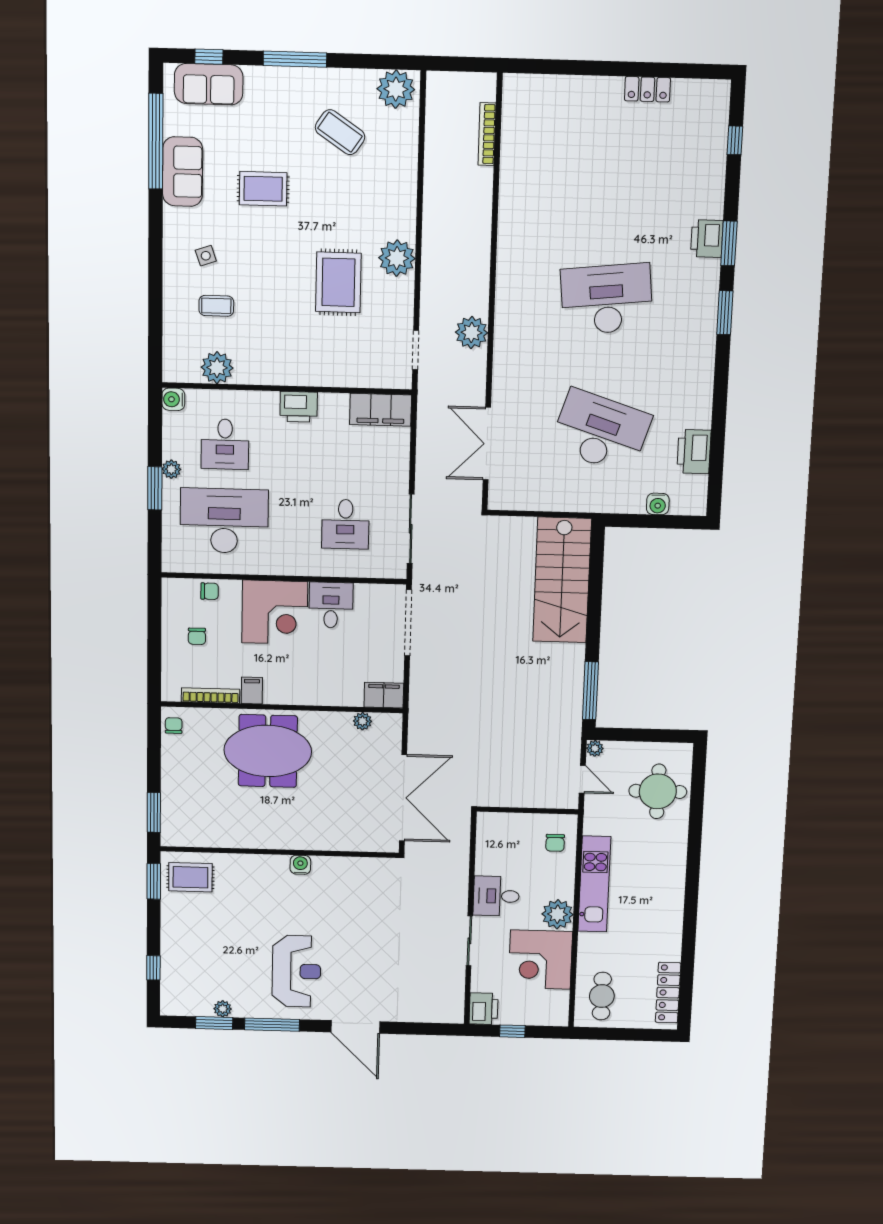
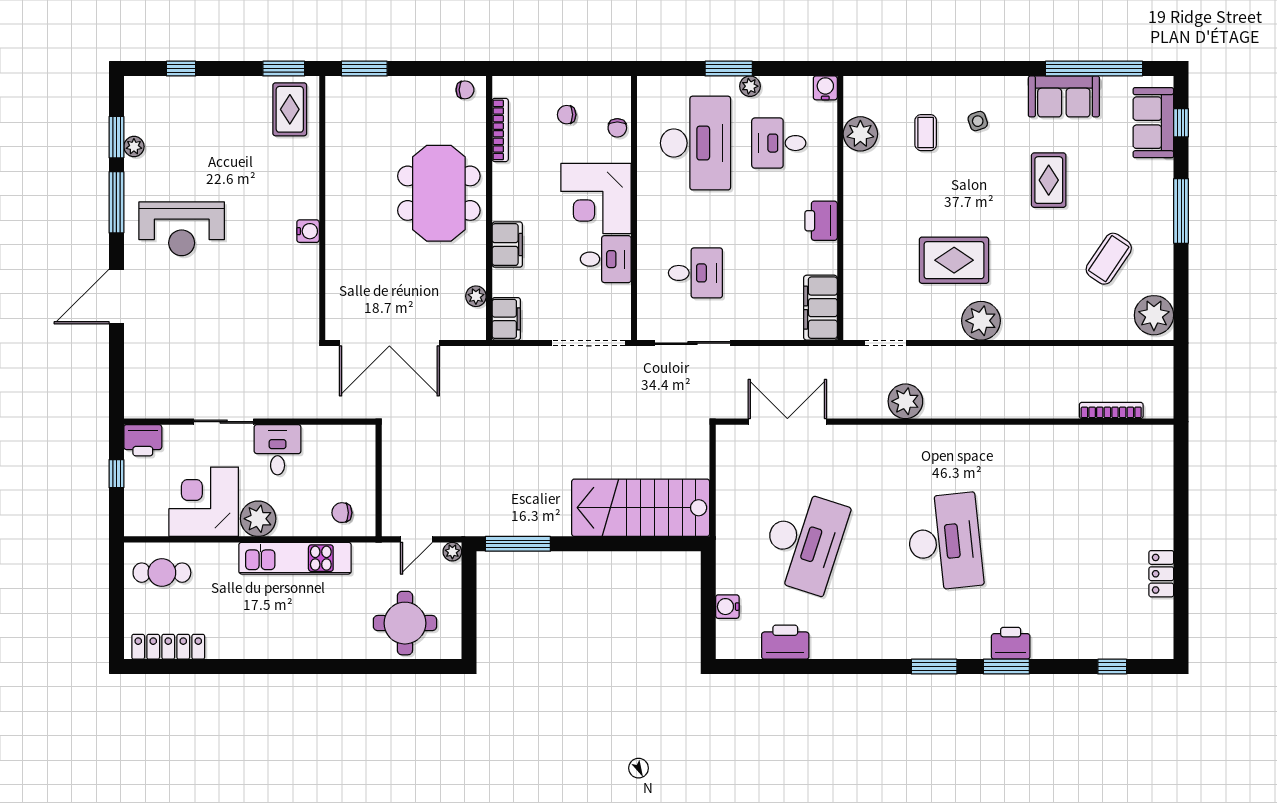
desk: (345, 524) -> (695, 273), turned 180
filing cabinet: (252, 691) -> (507, 245), moved, width x2.00

